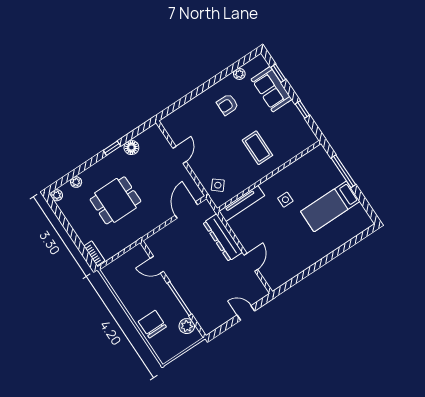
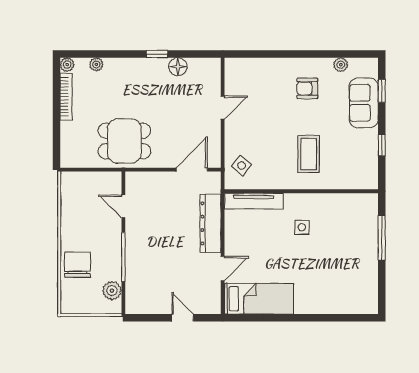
dining table: (115, 200) -> (124, 141), moved
bed: (330, 206) -> (259, 299), moved, turned 180
bookcase: (94, 253) -> (66, 97), moved, width x1.56

